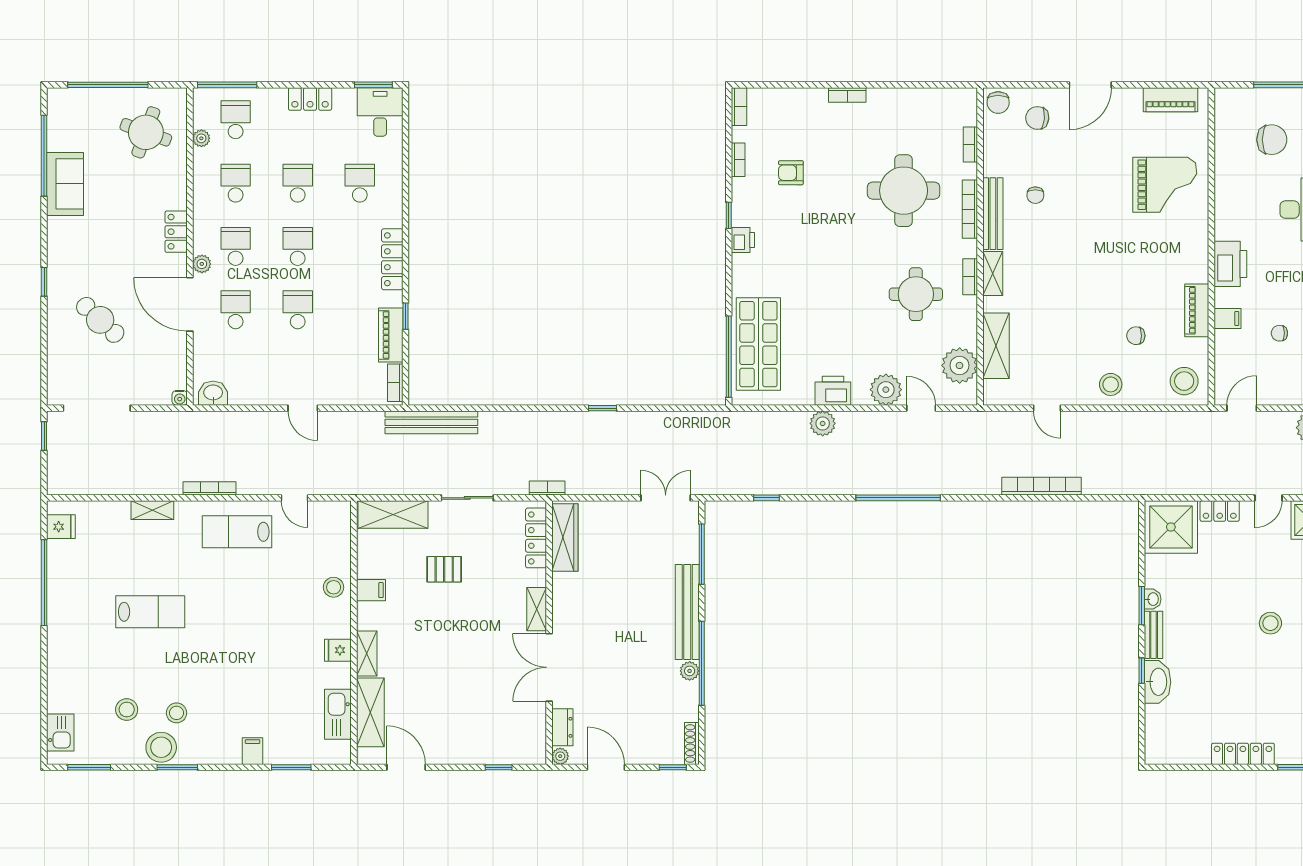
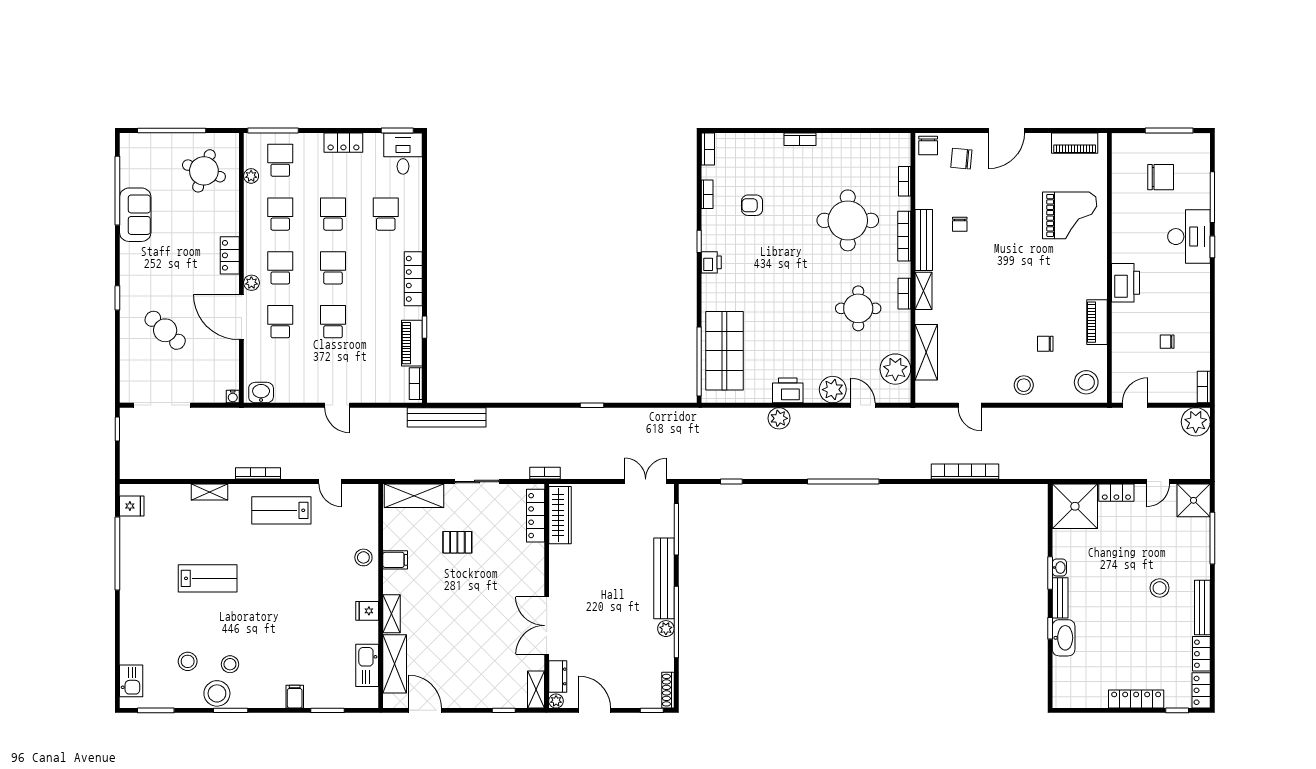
filing cabinet: (1227, 318) -> (1123, 329), removed
shelving: (537, 609) -> (536, 690), moved

